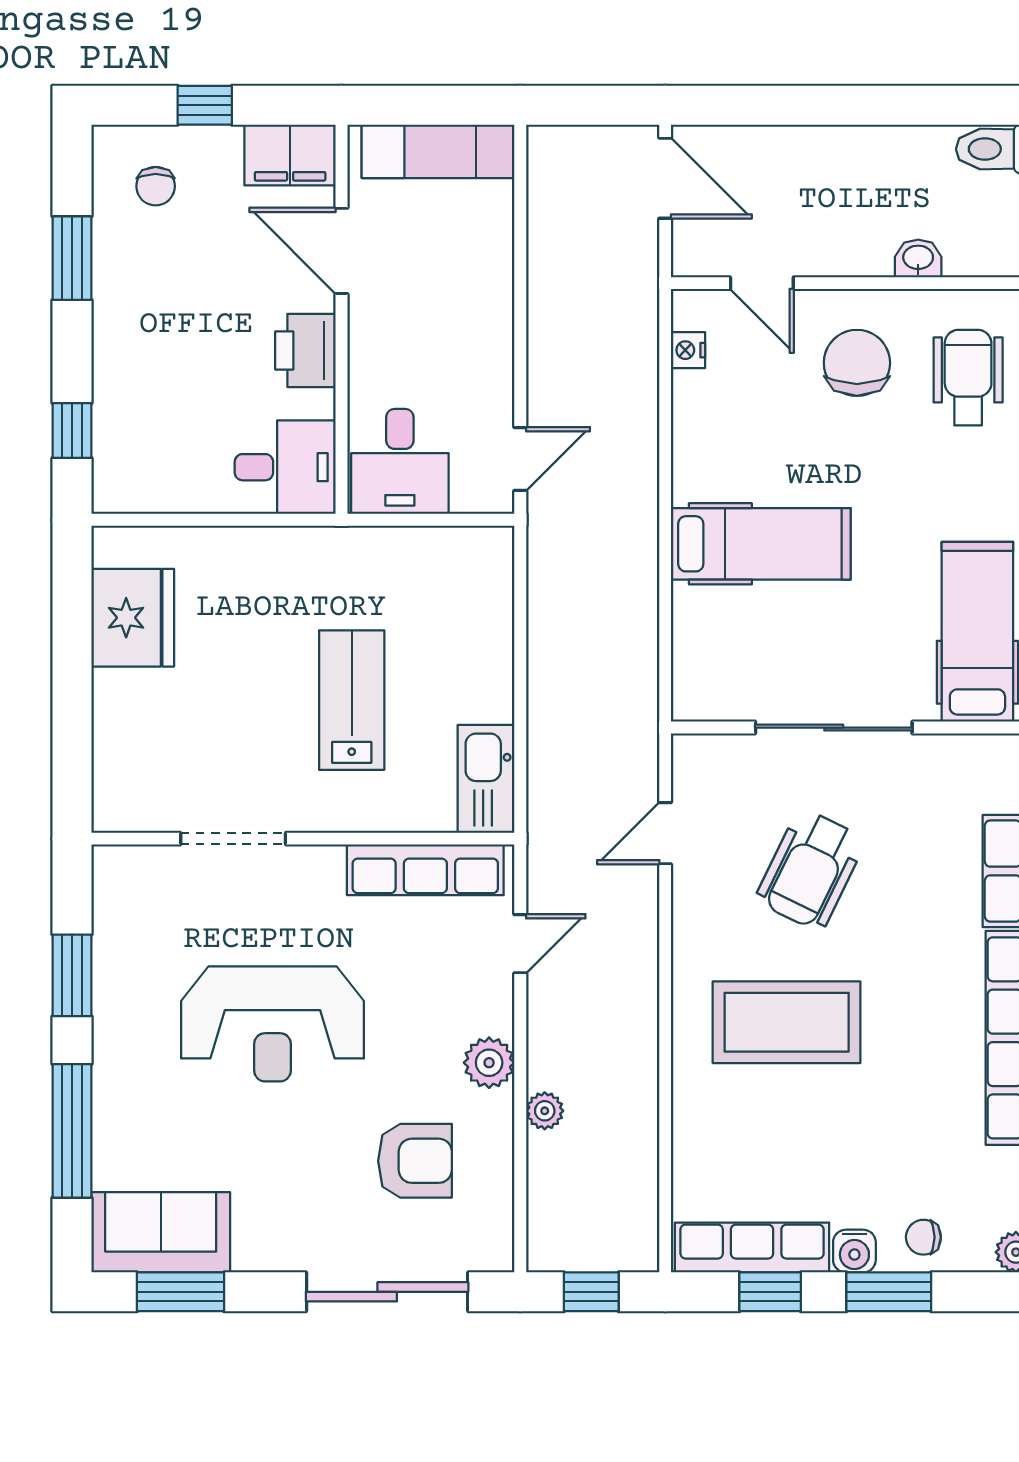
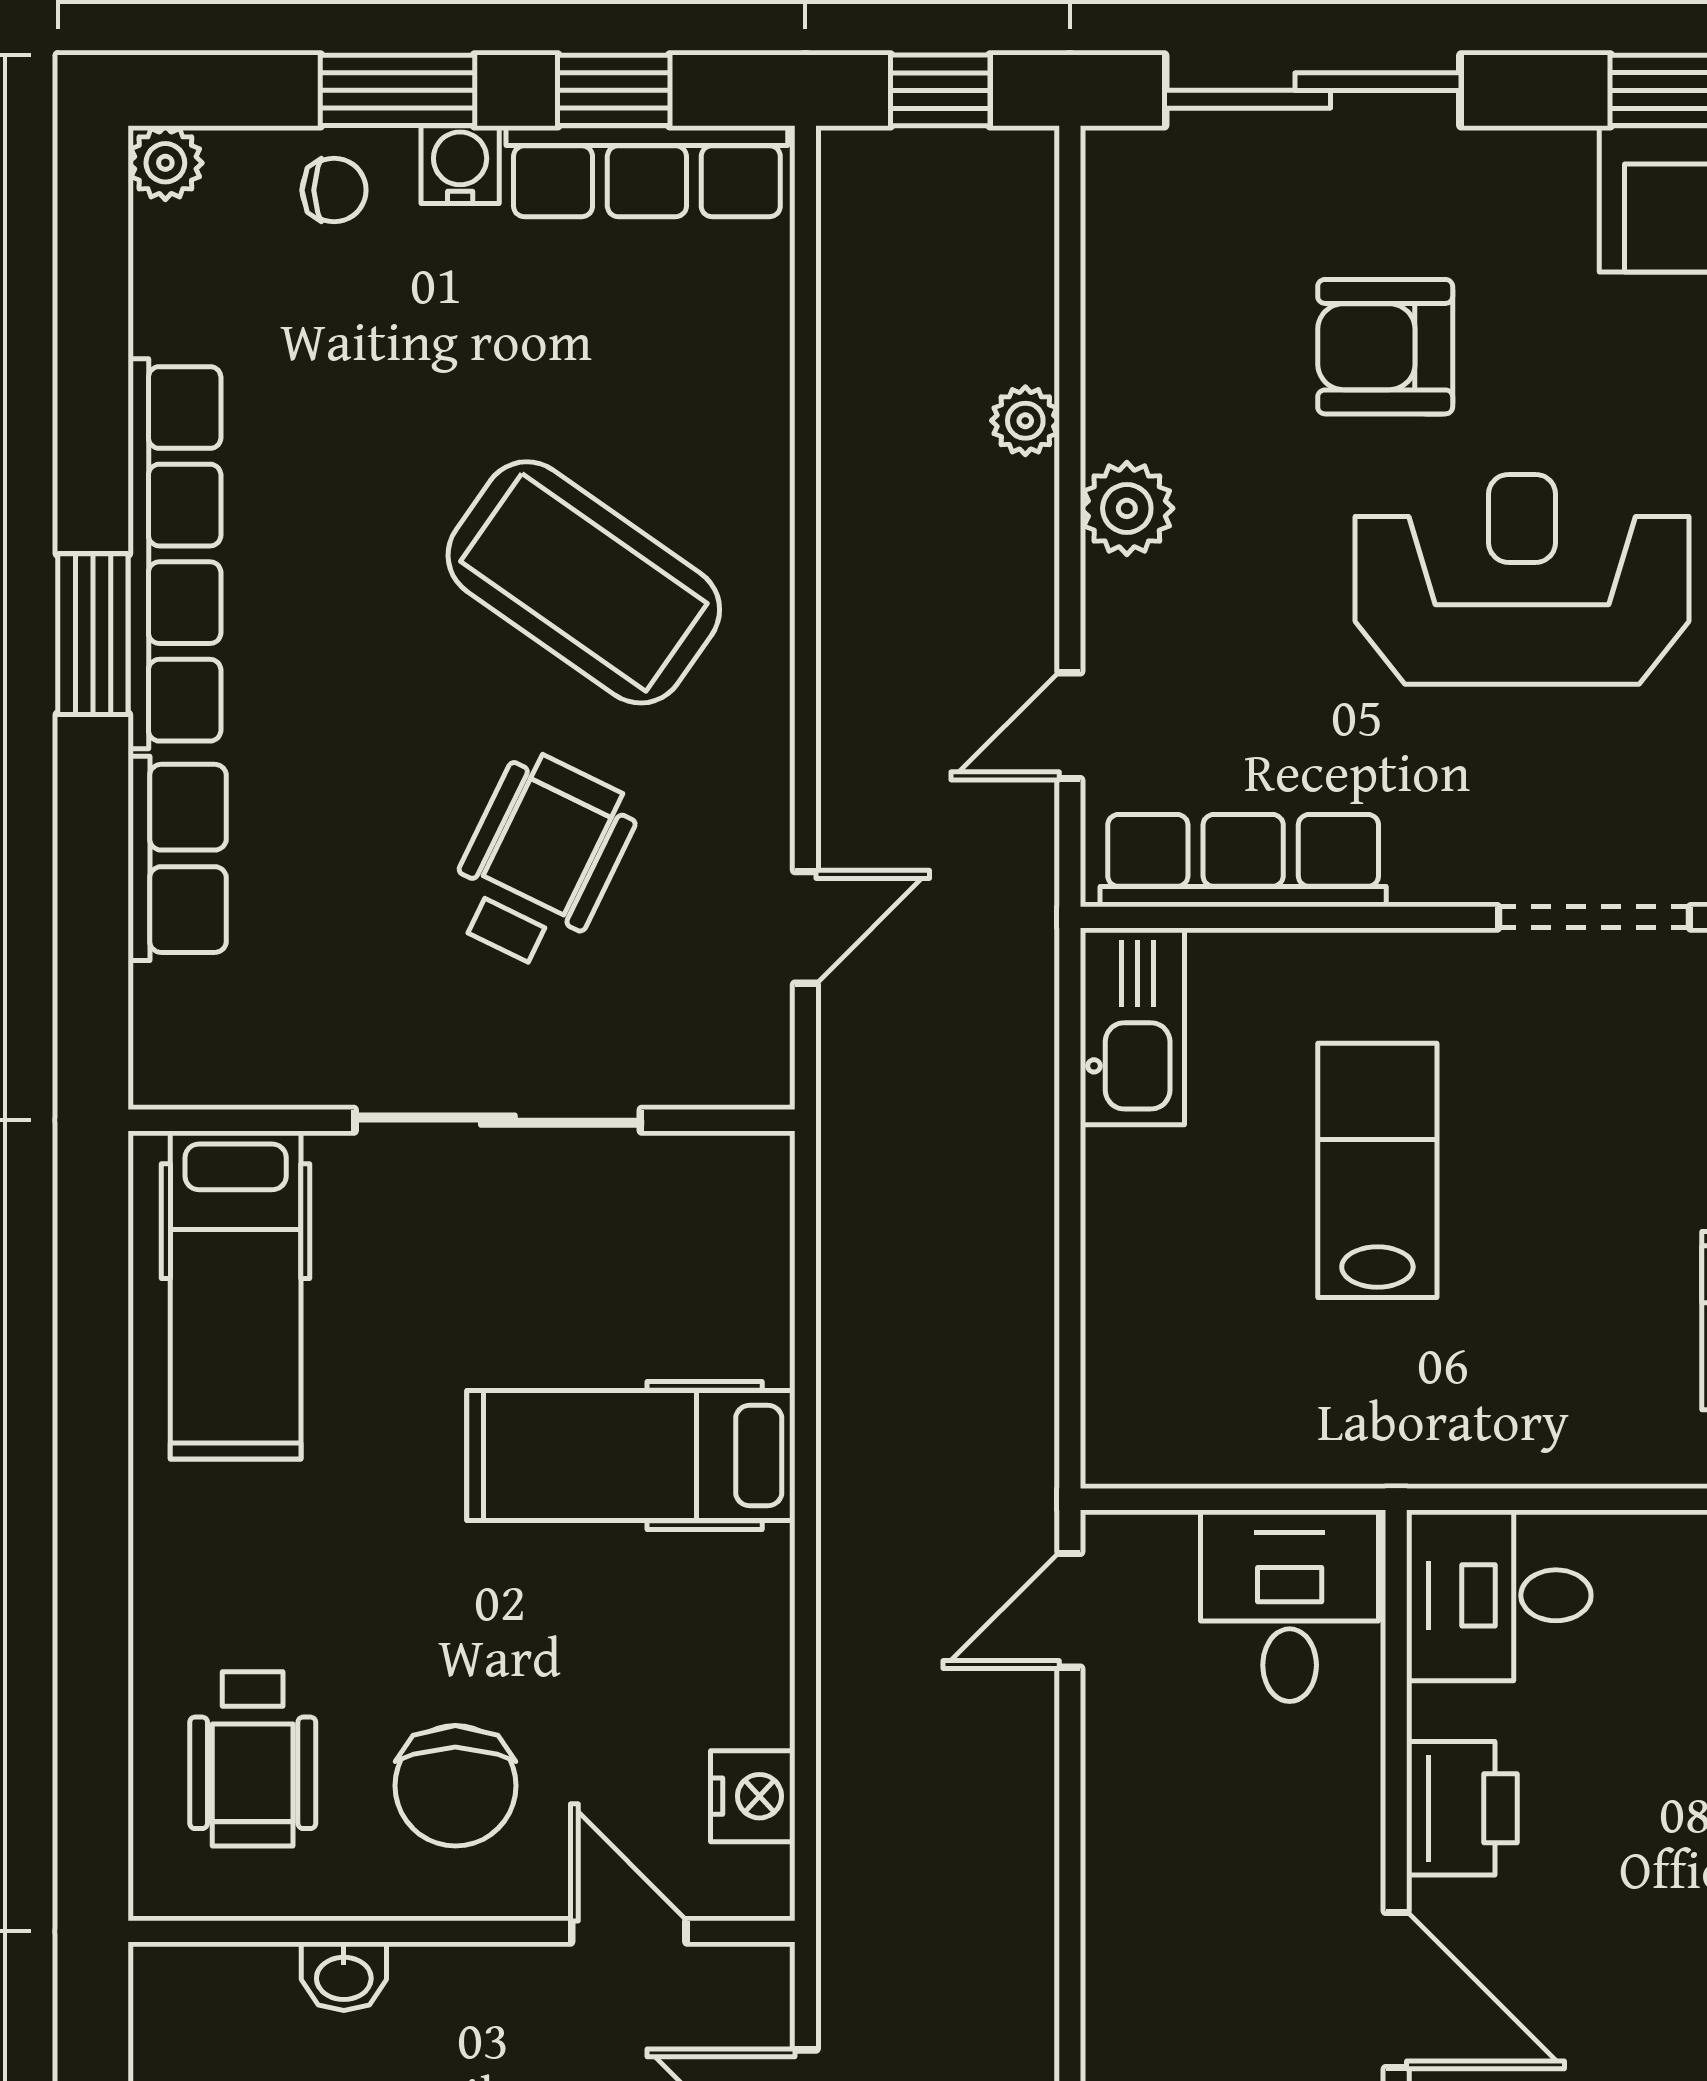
nightstand: (688, 350) -> (753, 1796), width x1.39, depth x1.35
lab bench: (352, 700) -> (1377, 1170), turned 180
coffee table: (787, 1022) -> (584, 582), turned 35
armchair: (415, 1161) -> (1385, 347), moved

